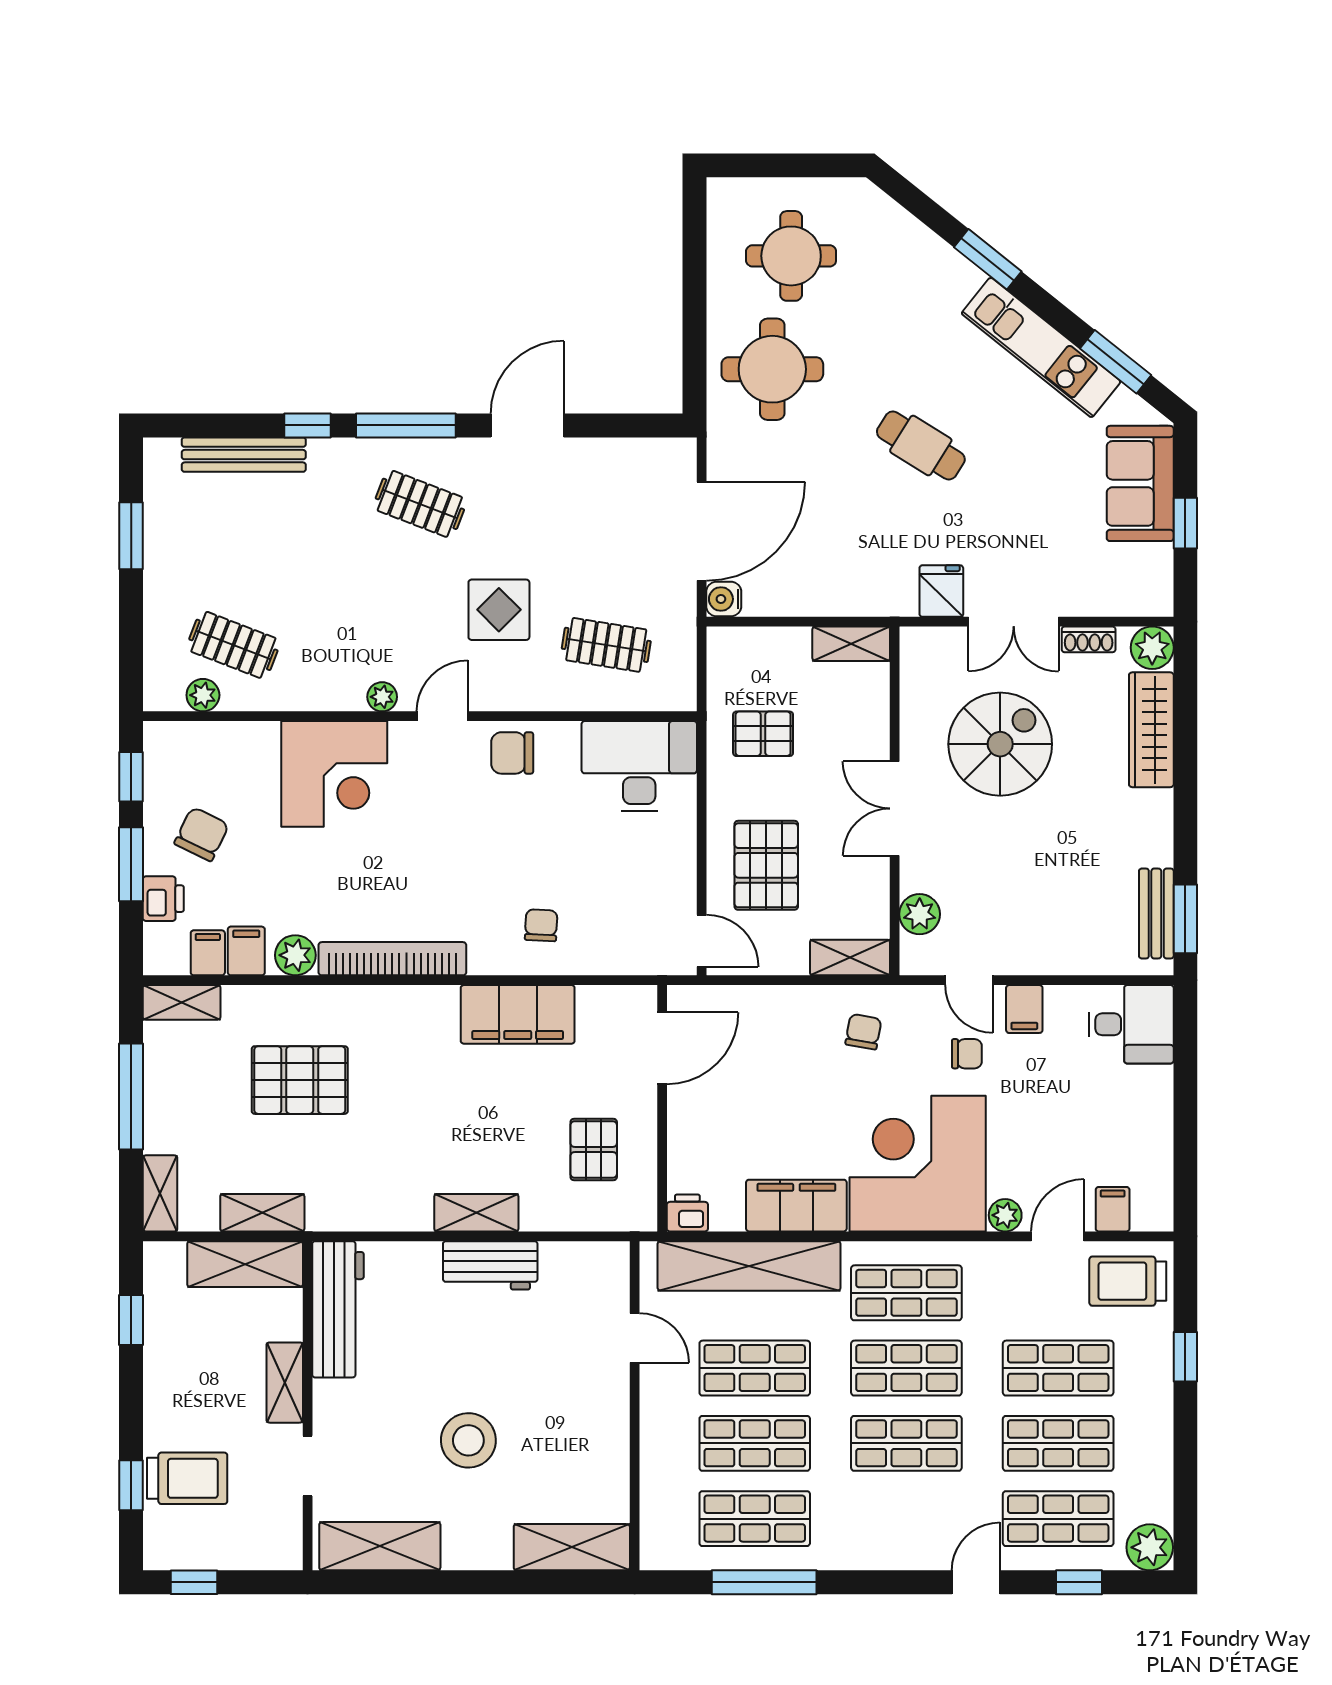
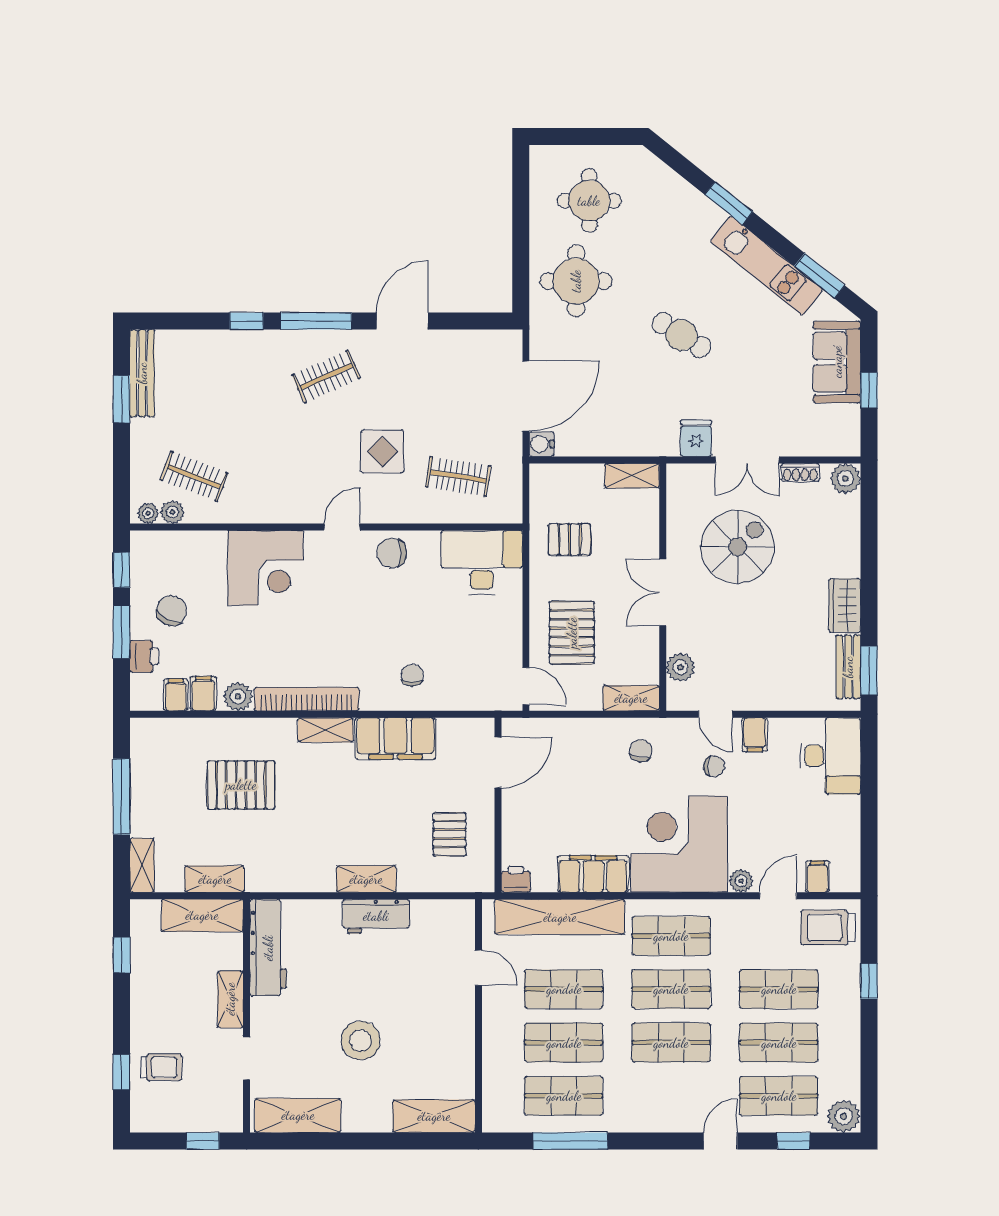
bench: (244, 455) -> (142, 373), moved, turned 90
clothes rail: (420, 504) -> (326, 376), turned -45
plant: (382, 697) -> (148, 513), moved
wardrobe: (1151, 730) -> (845, 605), moved, width x0.67
shelving: (182, 1002) -> (326, 730), moved
desk: (1131, 1024) -> (830, 756), width x1.37
trolley: (187, 1478) -> (161, 1067), width x0.73, depth x0.72
window: (194, 1582) -> (203, 1141), moved

